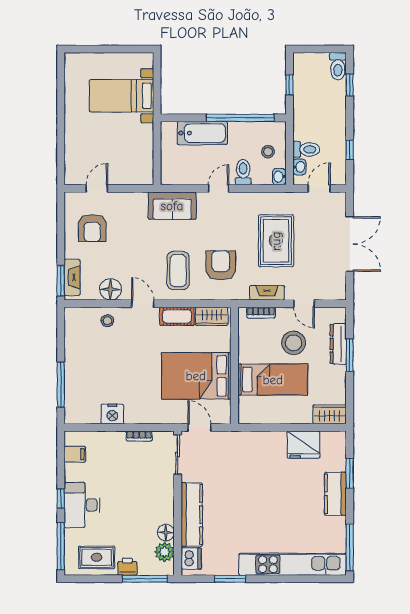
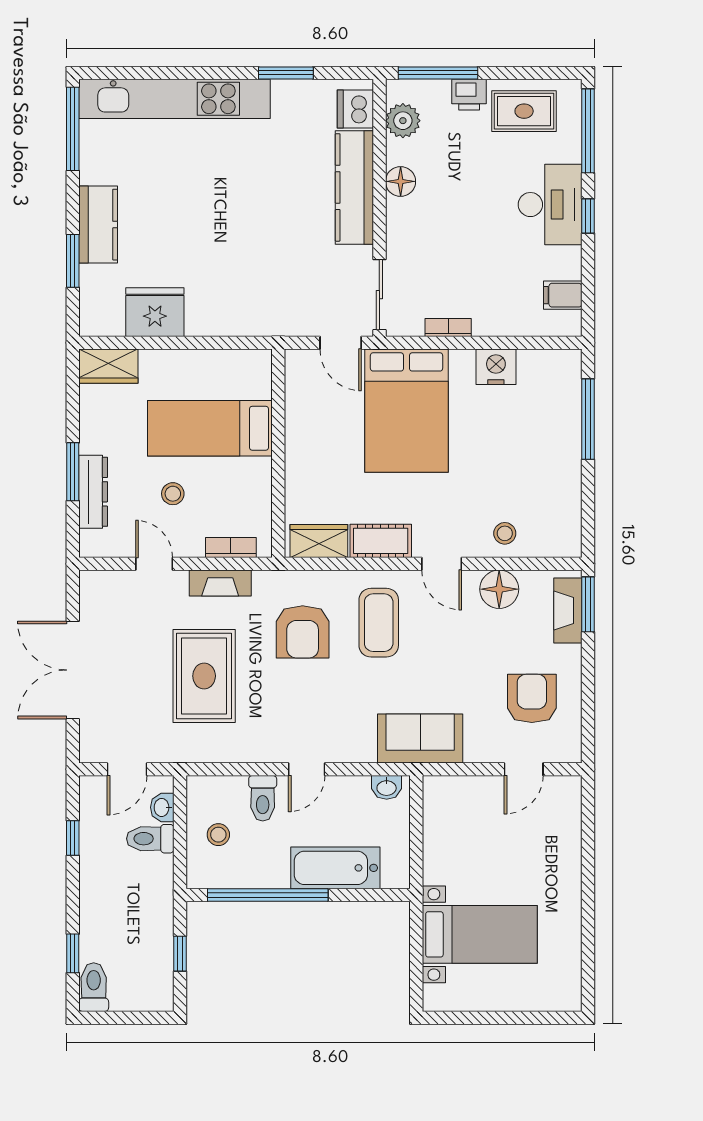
washbasin: (279, 177) -> (387, 787), moved, turned 90
sofa: (172, 206) -> (420, 738), moved
stool: (294, 343) -> (173, 494), width x0.53, depth x0.53
bed: (196, 376) -> (407, 411), moved, turned 90
floor lamp: (166, 533) -> (401, 181), moved

